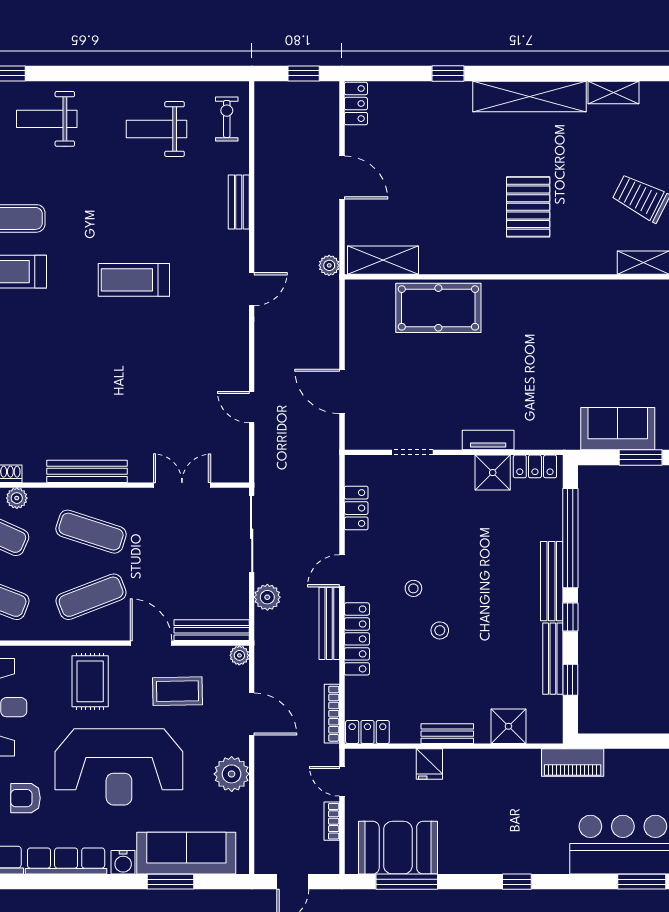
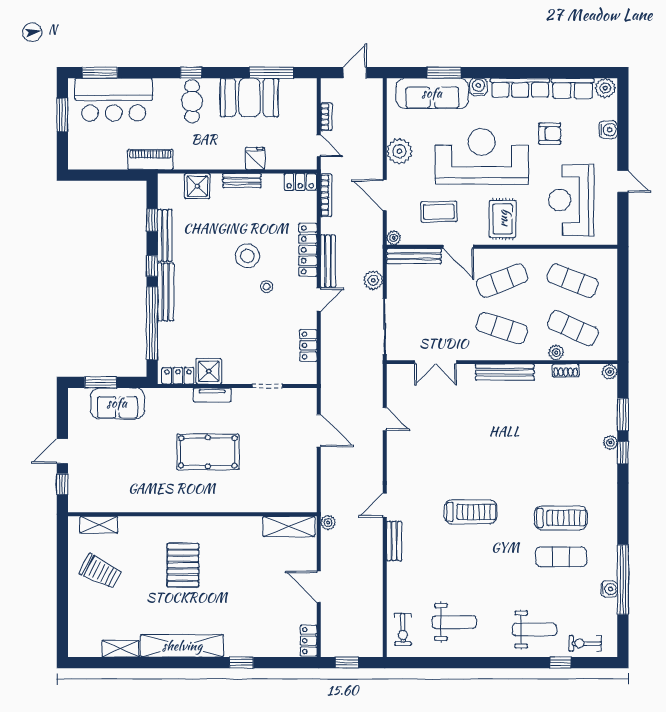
bench: (239, 202) -> (394, 541), moved
pool table: (438, 308) -> (208, 452), moved
stool: (440, 630) -> (247, 256), width x1.89, depth x1.89
cafe table: (516, 842) -> (192, 101), added
booth: (398, 848) -> (249, 97), moved

